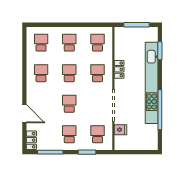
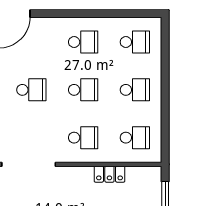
locker: (119, 69) -> (109, 174), moved

